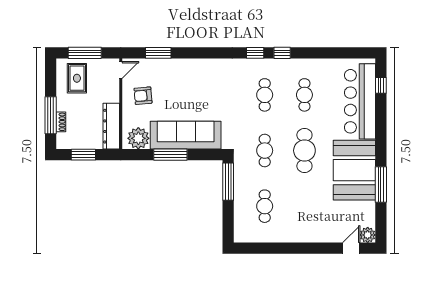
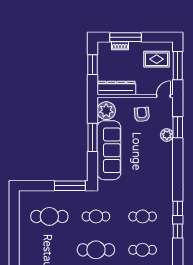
plant: (167, 66) -> (167, 135), added
door: (121, 70) -> (163, 96), swing flipped
cafe table: (265, 206) -> (49, 216), width x1.37, depth x1.35

